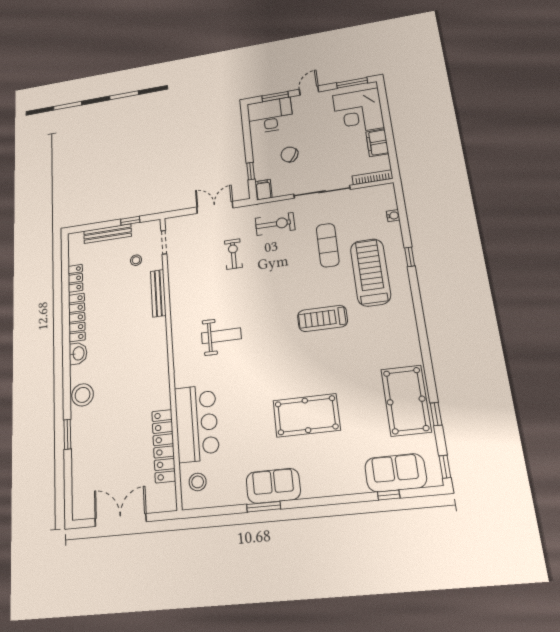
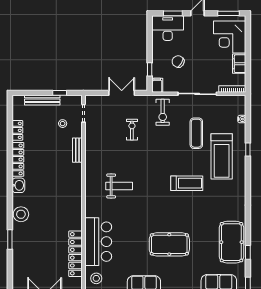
exercise bike: (275, 224) -> (163, 112), turned 90
treadmill: (370, 272) -> (222, 156), turned 180
bench: (158, 293) -> (77, 150), width x0.73
treadmill: (322, 318) -> (187, 183), turned 180

